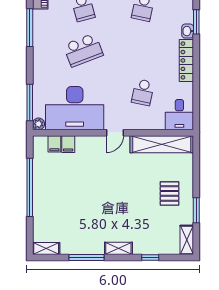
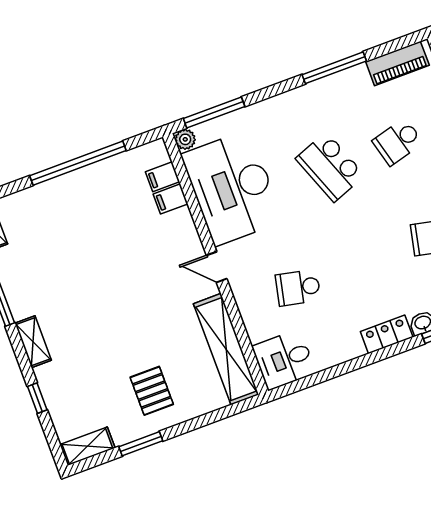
locker: (186, 60) -> (387, 334), width x0.66
pallet: (170, 193) -> (152, 391), turned 90

